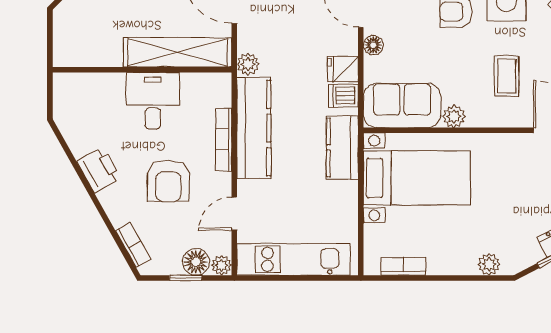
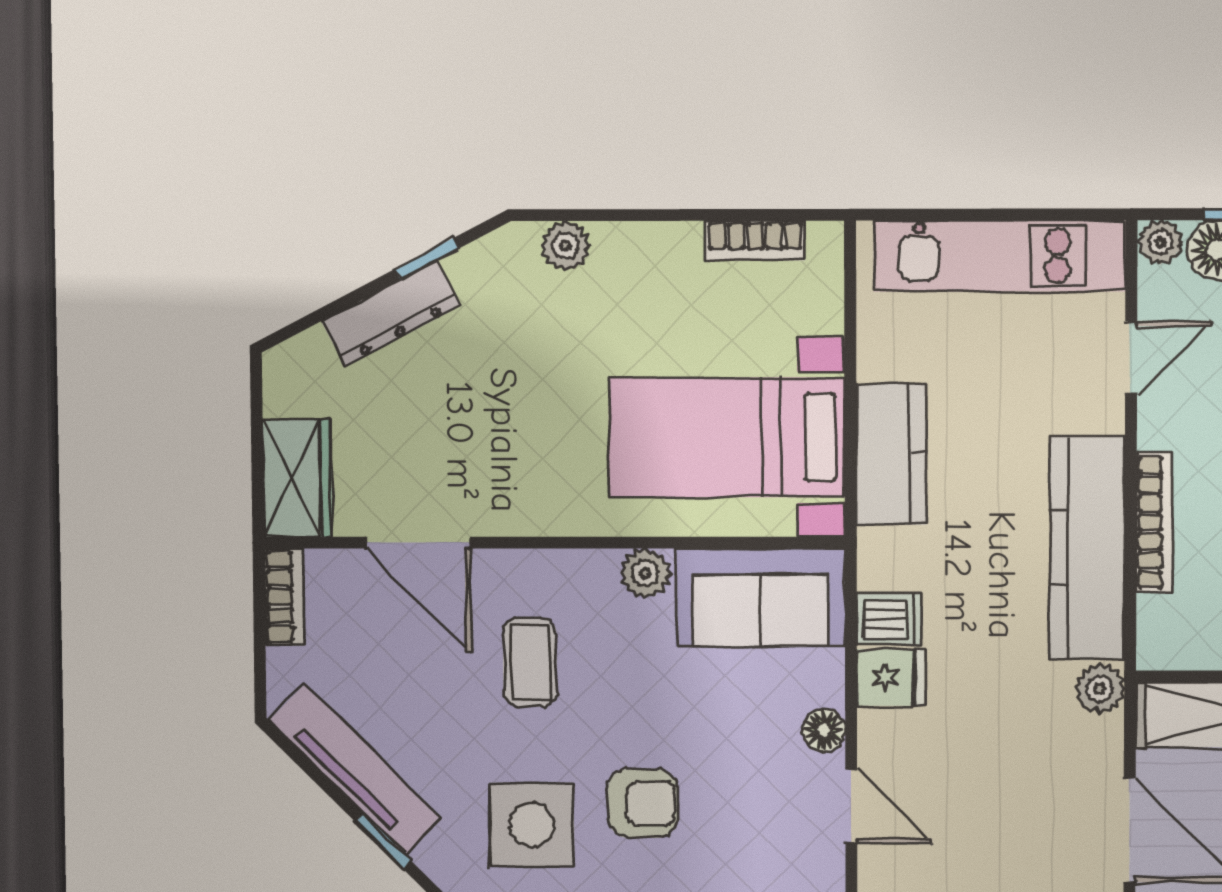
kitchen counter: (342, 148) -> (891, 454), moved

